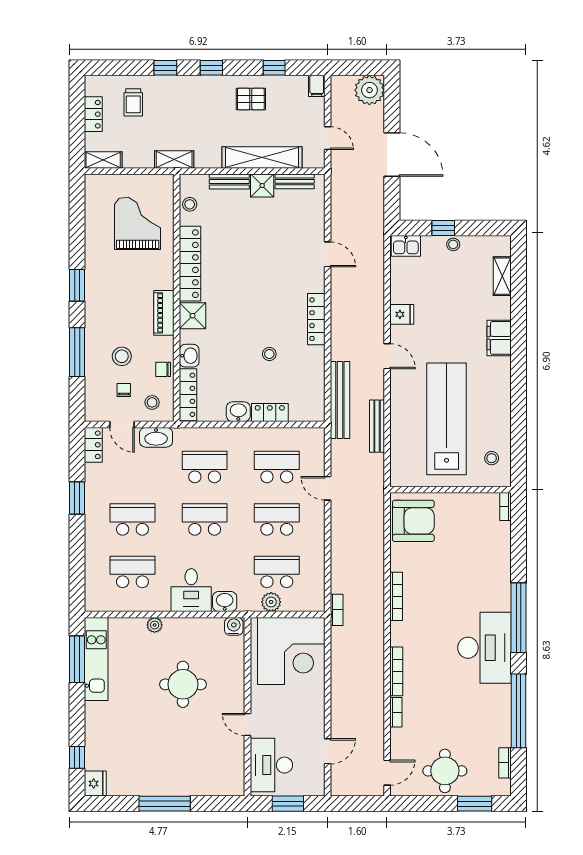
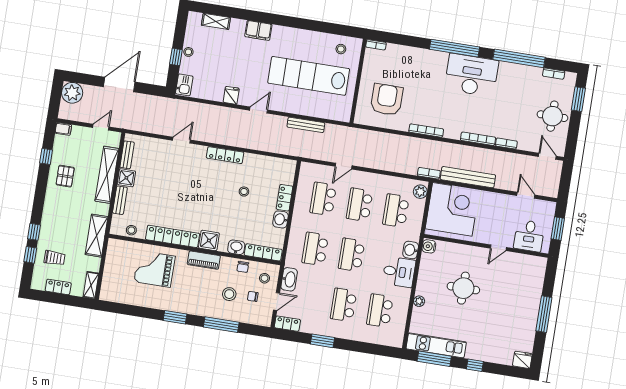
window: (211, 68) -> (30, 255), moved
shelving: (174, 160) -> (97, 236), width x1.50, depth x1.33
grand piano: (138, 223) -> (154, 269), moved
bench: (340, 400) -> (468, 177), moved
armchair: (413, 521) -> (387, 100), moved
plant: (271, 602) -> (420, 192), moved
window: (77, 757) -> (475, 365), moved
desk: (271, 765) -> (529, 236), width x0.73

